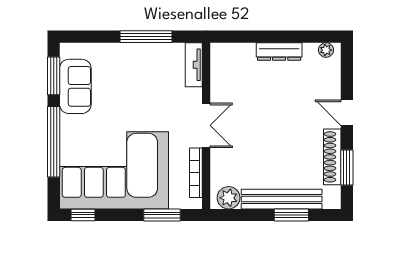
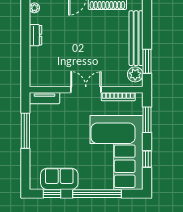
dresser: (279, 52) -> (35, 35), width x0.70
window: (54, 76) -> (52, 194), width x0.67
window: (83, 215) -> (147, 159), moved
window: (291, 215) -> (147, 61), moved

